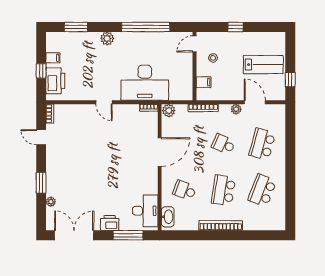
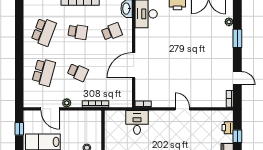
printer: (55, 81) -> (228, 128), width x0.53, depth x0.68
filing cabinet: (204, 82) -> (95, 126), removed
desk: (145, 83) -> (137, 122), width x0.53, depth x0.77
plant: (169, 111) -> (126, 102), removed
school desk: (185, 190) -> (112, 32), turned -42
school desk: (223, 190) -> (78, 32), width x0.54

